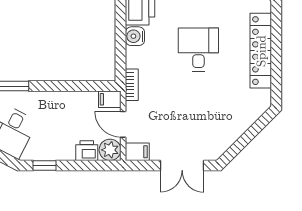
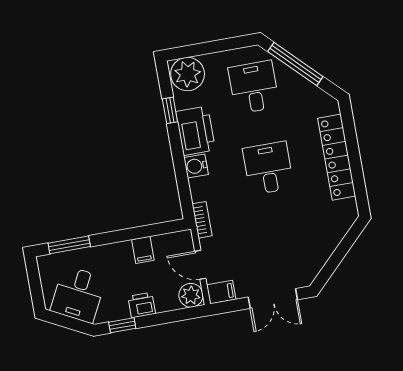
filing cabinet: (110, 99) -> (143, 250), moved, turned -90
printer: (87, 151) -> (142, 305), moved

